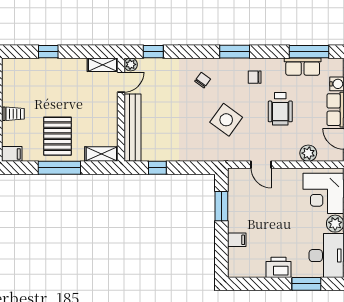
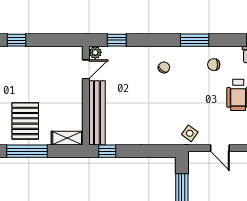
shelving: (103, 65) -> (68, 53), removed
side table: (226, 120) -> (190, 133), moved, width x0.54, depth x0.54
window: (157, 168) -> (107, 151), moved

